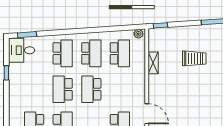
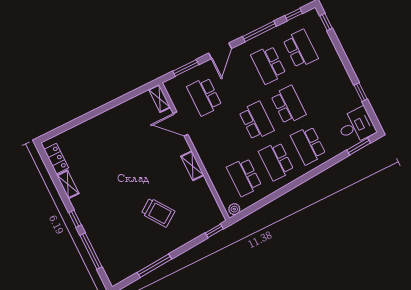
trolley: (194, 58) -> (158, 212), turned -125
shelving: (153, 63) -> (192, 166), moved

